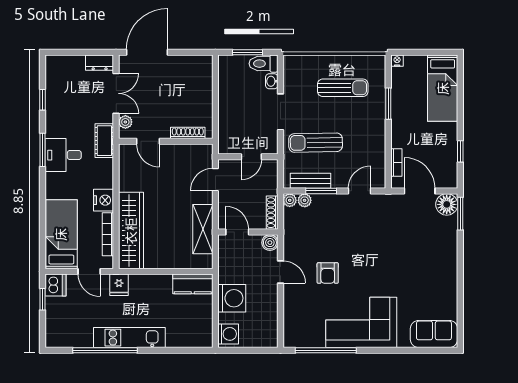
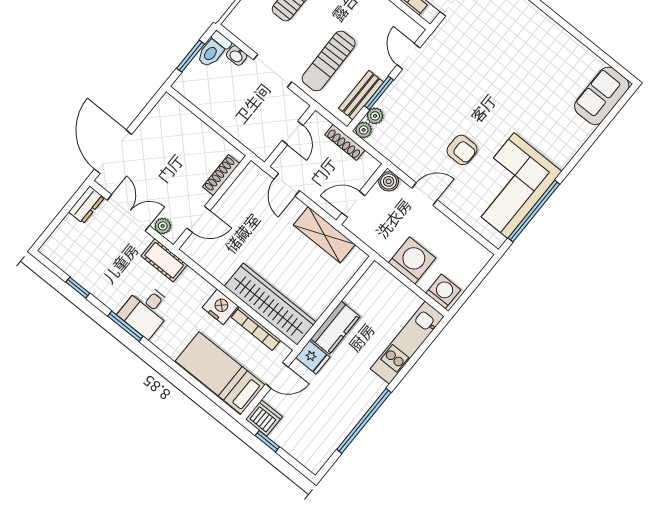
shoe rack: (272, 213) -> (345, 142), moved
kitchen counter: (193, 284) -> (335, 328), moved
corner sofa: (361, 322) -> (511, 186), moved
kitchen unit: (129, 338) -> (407, 343), moved

